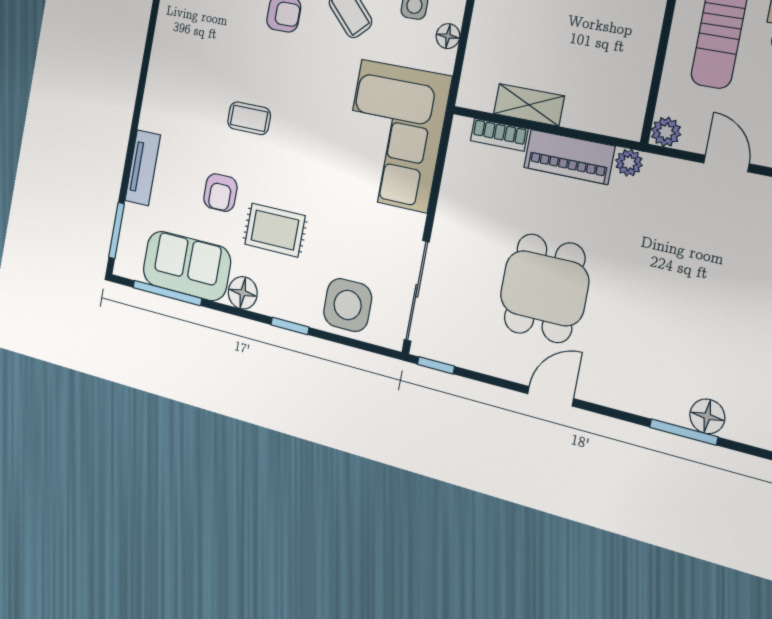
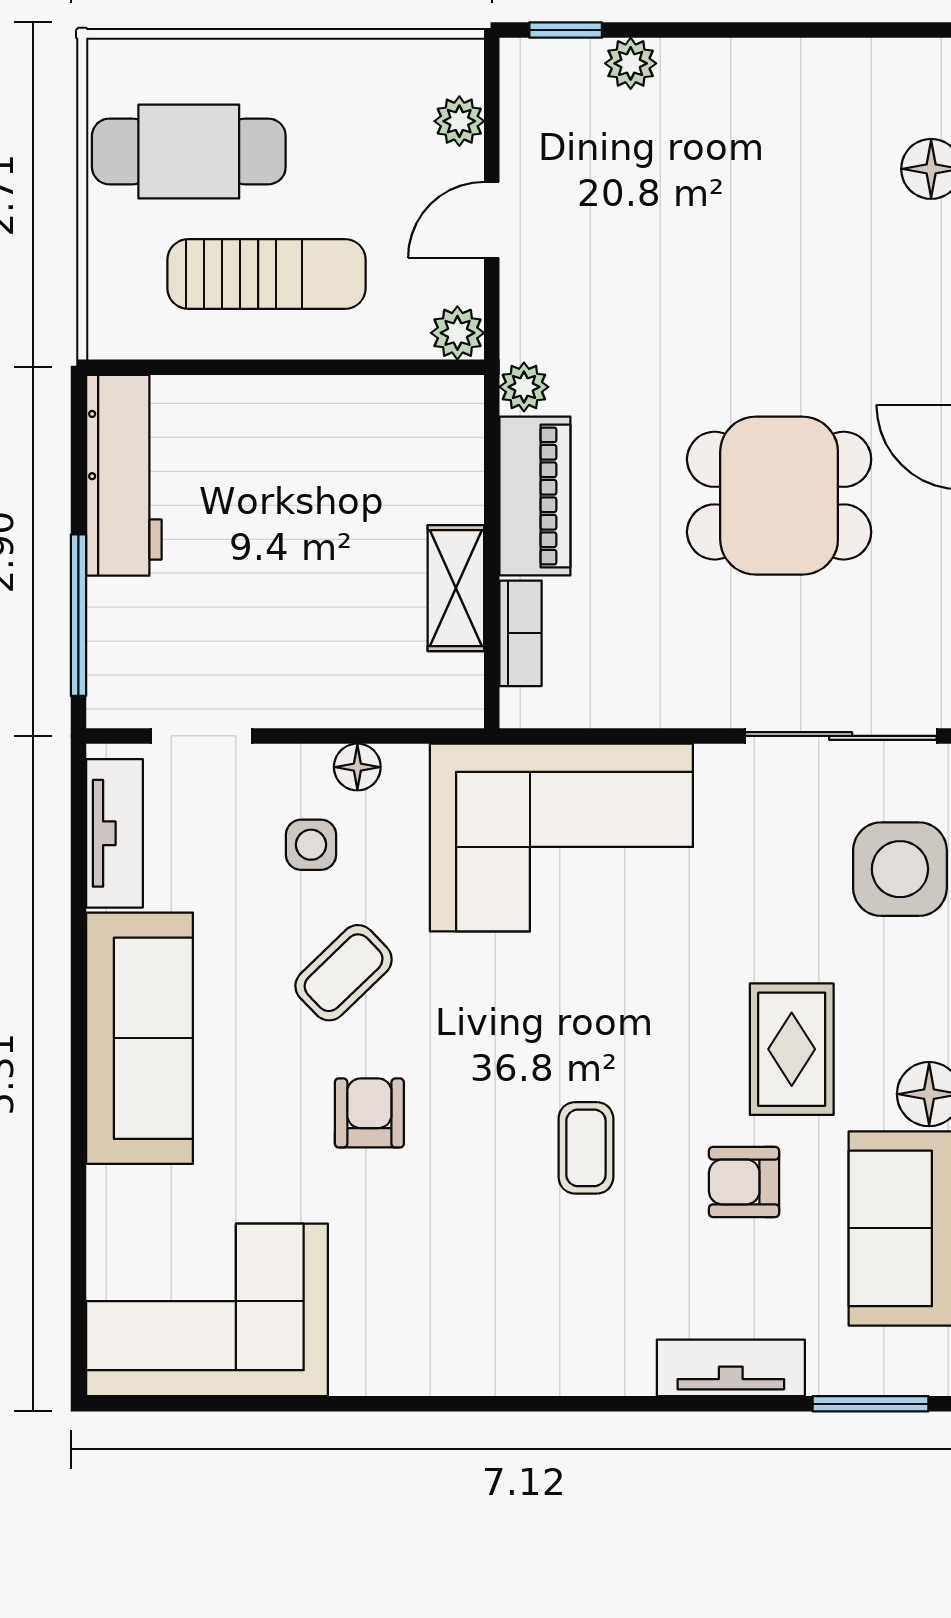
armchair: (220, 193) -> (744, 1182), turned 180

